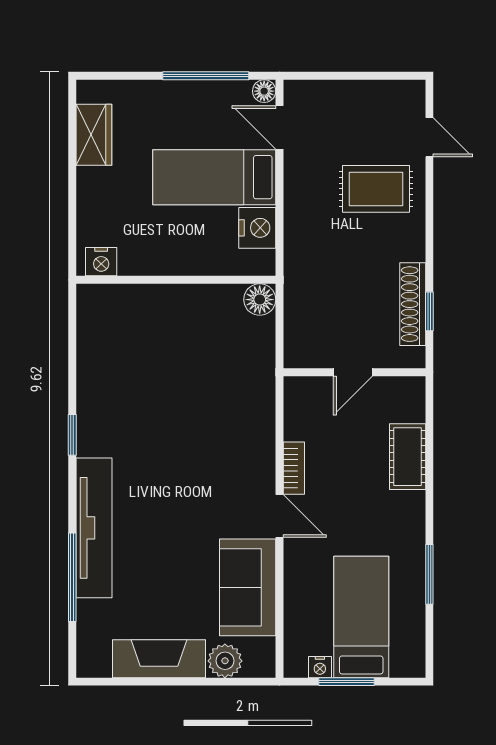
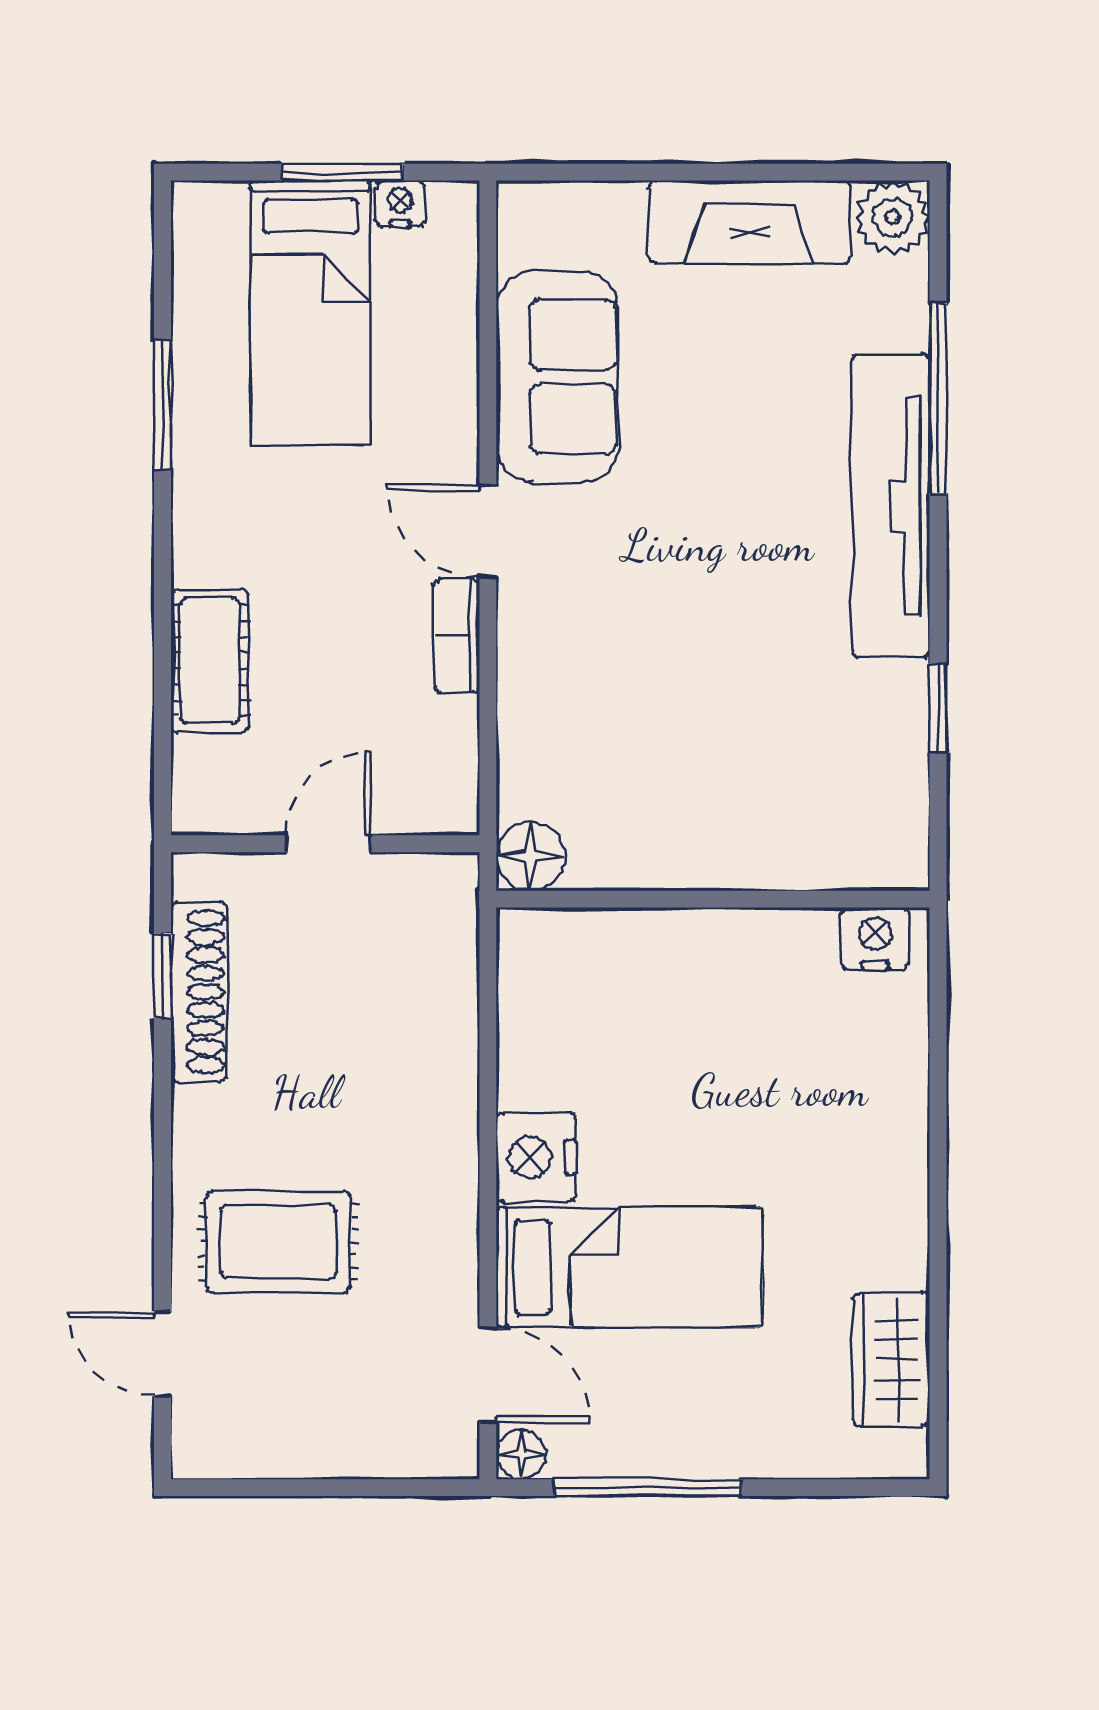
nightstand: (101, 262) -> (875, 939), moved
wall: (176, 280) -> (713, 899), moved
floor lamp: (260, 300) -> (531, 856), moved
plant: (225, 661) -> (893, 217), moved

